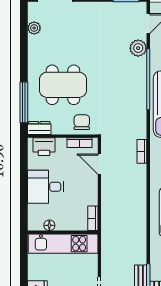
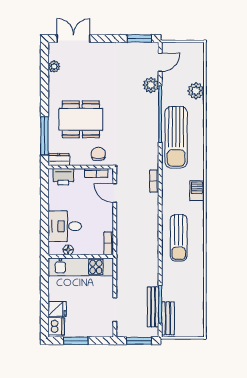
desk: (46, 187) -> (65, 226), moved

